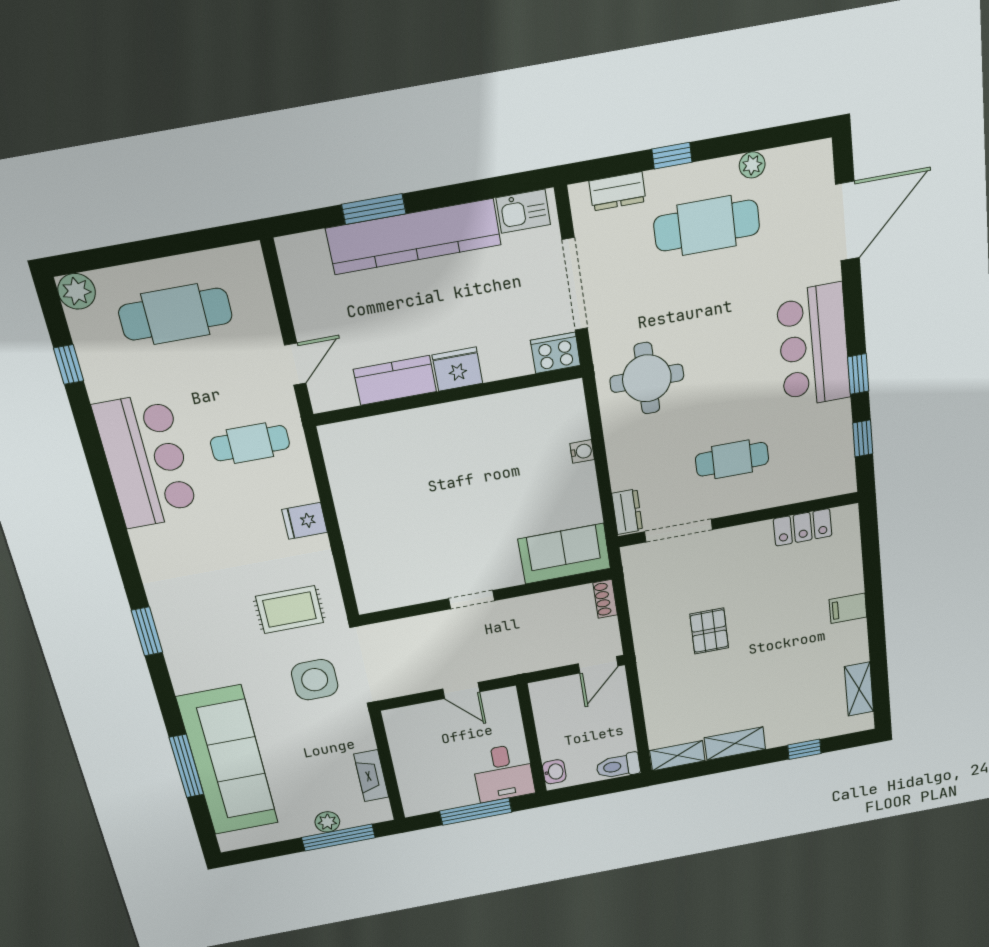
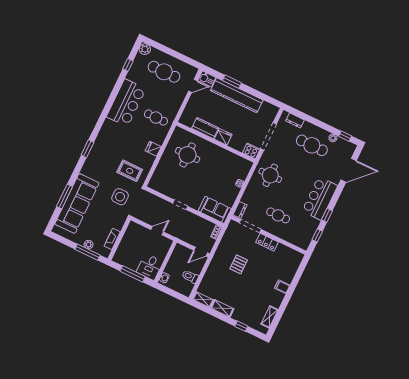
window: (672, 156) -> (345, 136), moved
kitchen sink: (523, 211) -> (207, 79), moved
door: (295, 364) -> (193, 86), moved
round table: (401, 476) -> (188, 155), added
locker: (803, 527) -> (267, 242), moved
door: (461, 690) -> (157, 231), swing flipped
toilet: (618, 766) -> (190, 277), moved

